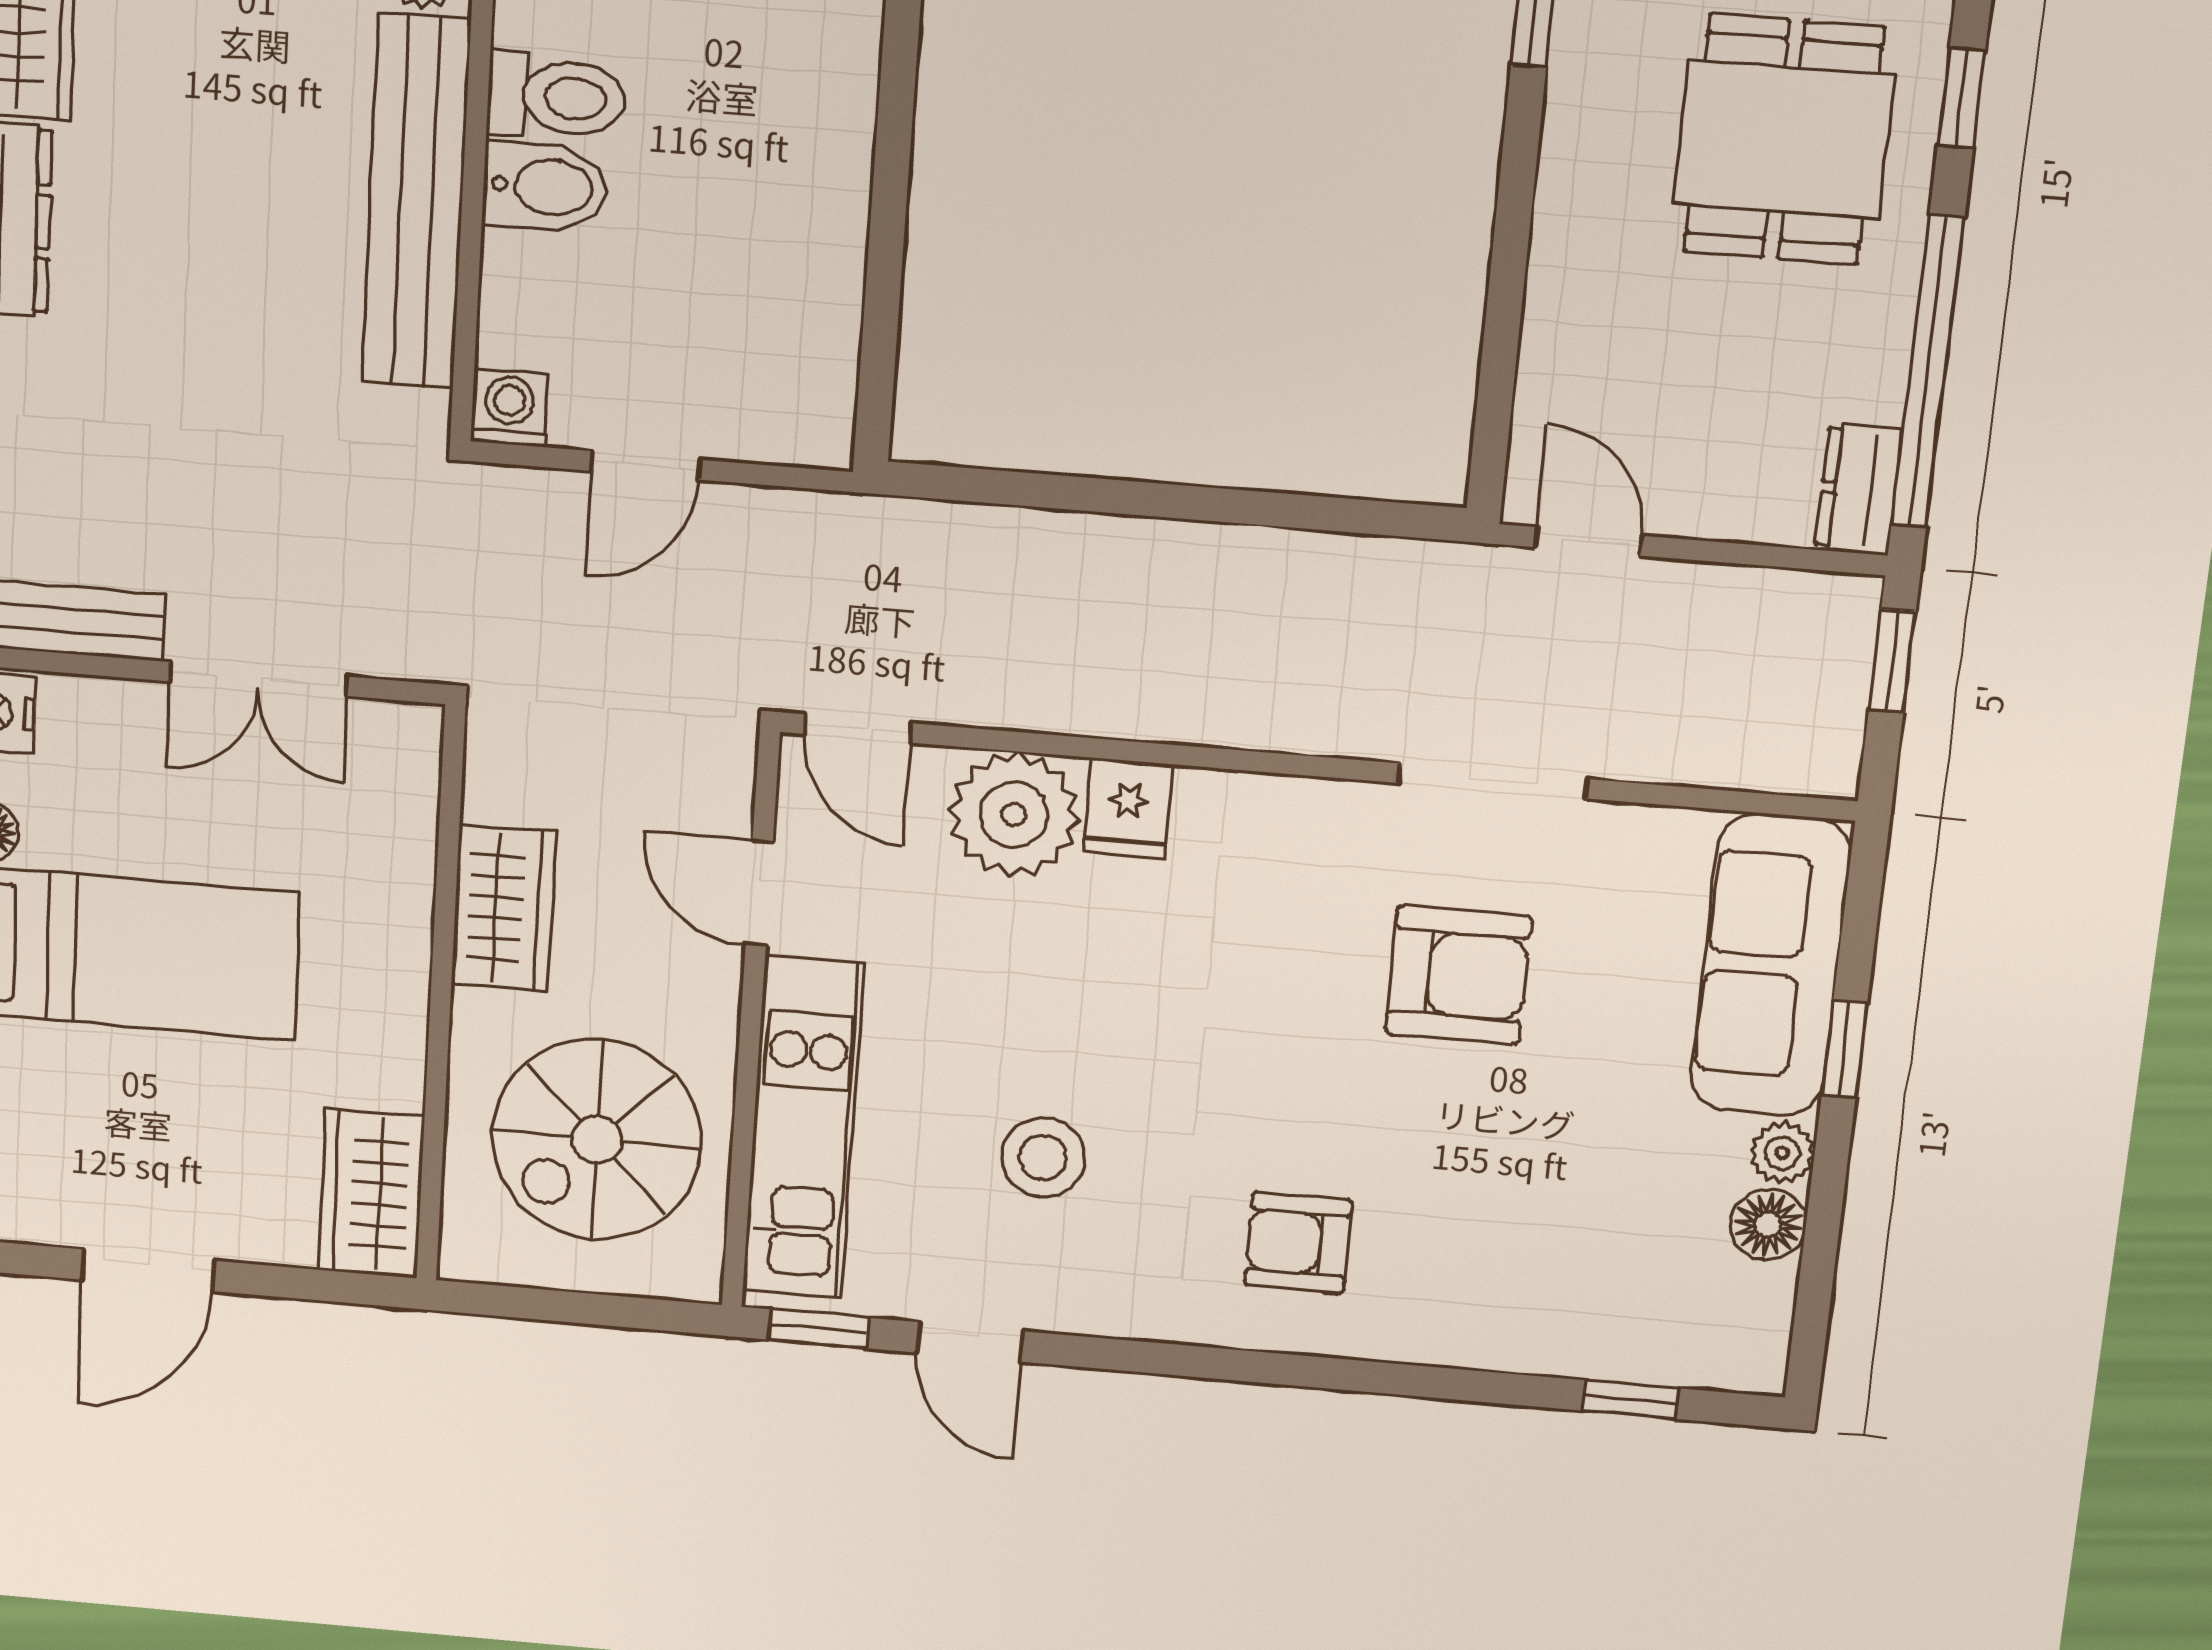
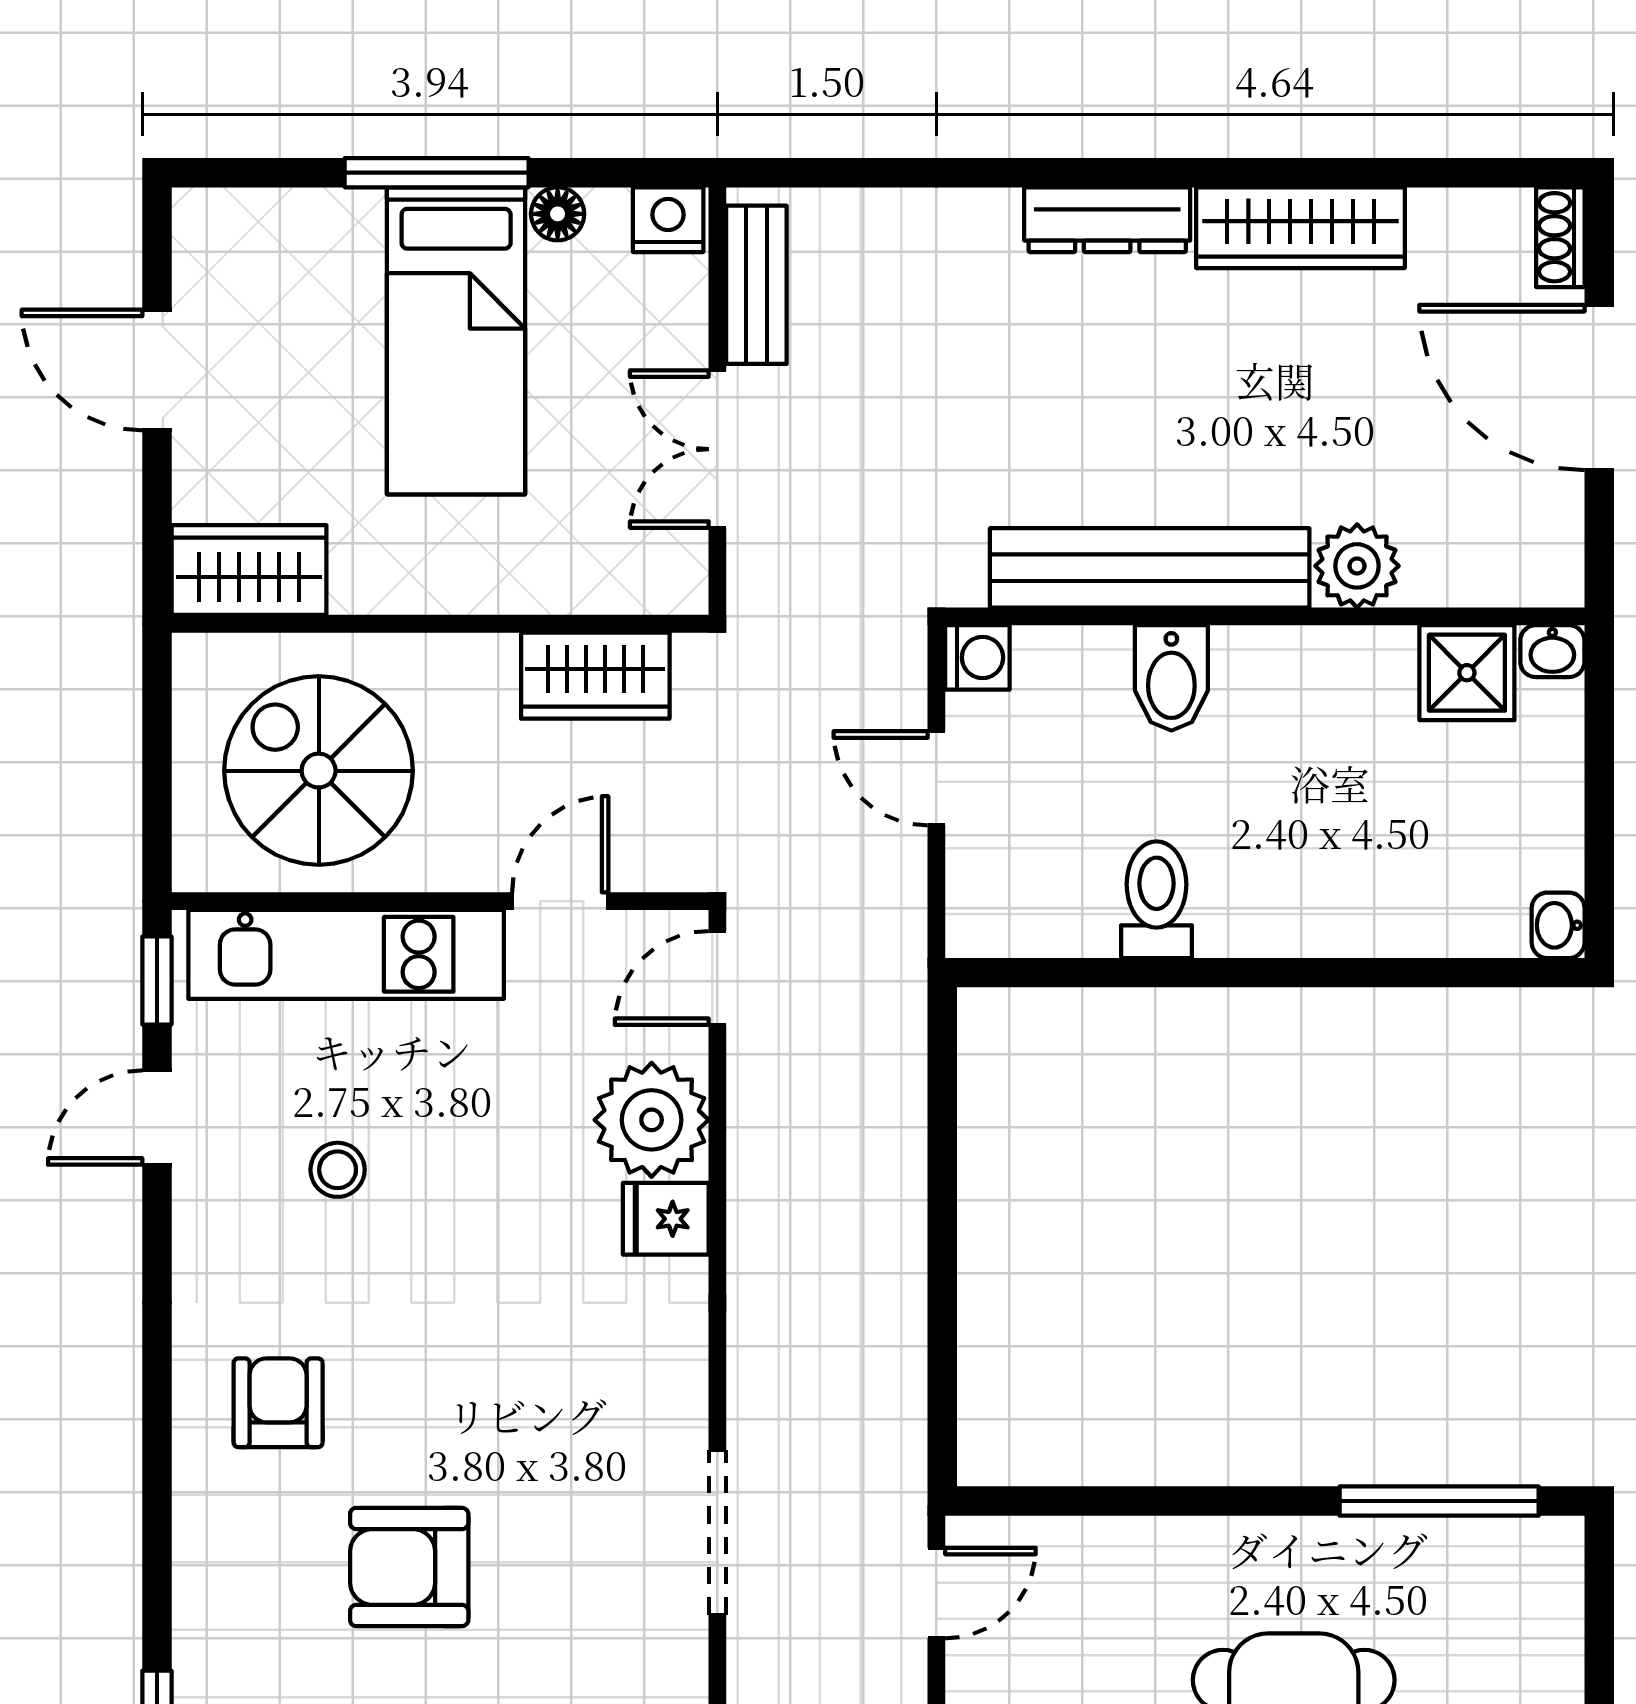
toilet: (556, 97) -> (1157, 900), moved, turned 180
wardrobe: (503, 908) -> (595, 676), moved
armchair: (1459, 975) -> (409, 1567), moved, turned 90
stool: (1043, 1157) -> (338, 1170), width x0.73, depth x0.73

